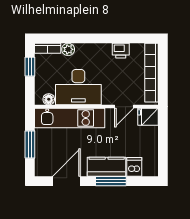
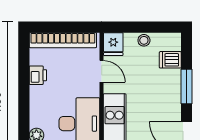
stool: (151, 144) -> (144, 40), added
kitchen counter: (107, 167) -> (170, 91), removed

